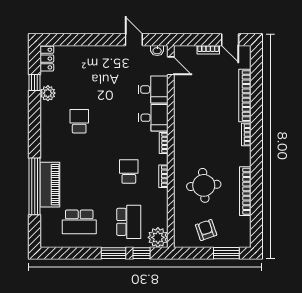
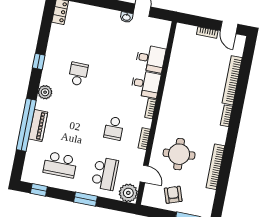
washbasin: (157, 50) -> (126, 17), moved
door: (171, 66) -> (144, 174), moved
window: (35, 83) -> (39, 61), moved
plant: (48, 93) -> (45, 92), moved
school desk: (129, 172) -> (114, 128), turned 180
piano: (50, 185) -> (38, 125), width x0.73, depth x0.75
window: (142, 253) -> (39, 190), moved

